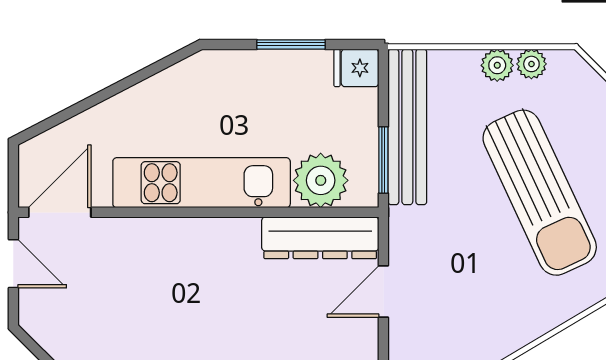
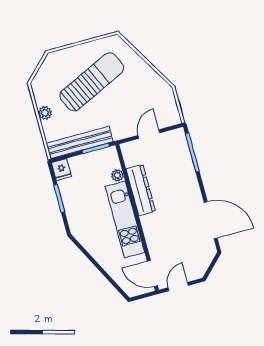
plant: (531, 64) -> (41, 99), removed
plant: (321, 180) -> (117, 175), width x0.53, depth x0.53
dresser: (320, 238) -> (141, 190), moved
door: (383, 292) -> (149, 134), swing flipped

